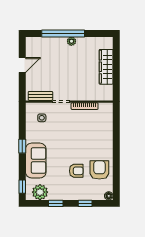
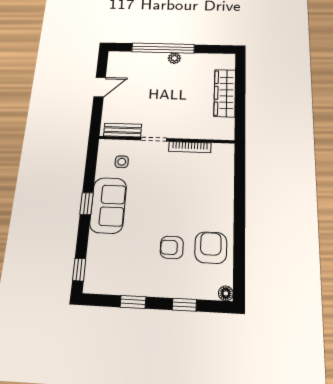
sofa: (36, 161) -> (108, 205), moved
armchair: (76, 171) -> (172, 247), turned 180
plant: (40, 192) -> (108, 281), removed

